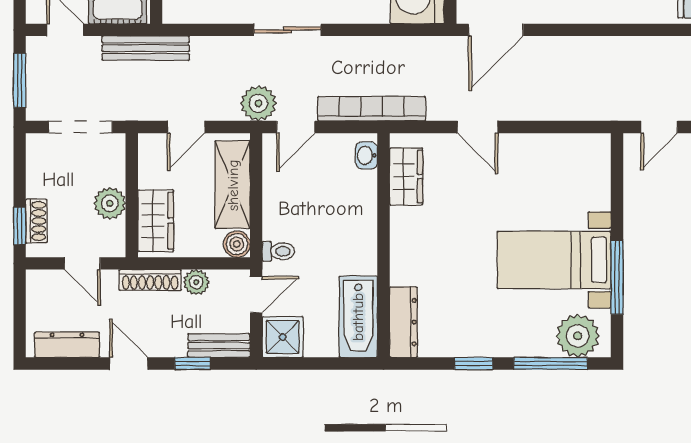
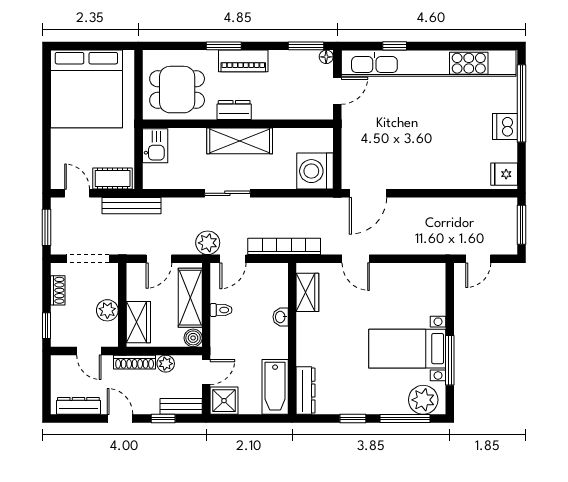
washbasin: (367, 155) -> (281, 317), moved
shoe rack: (36, 221) -> (58, 290), moved
toilet: (278, 251) -> (221, 310), moved

